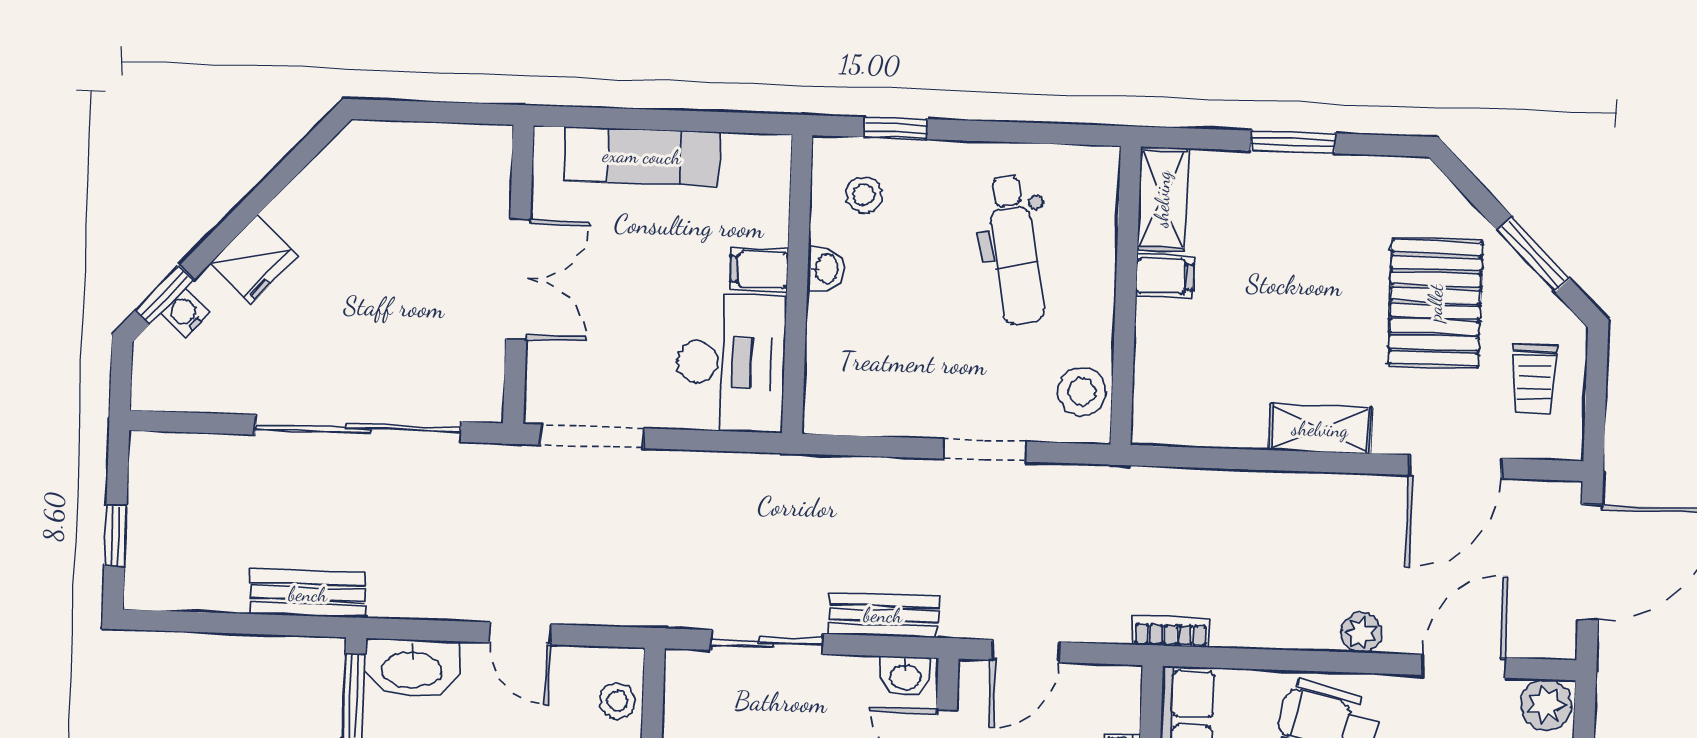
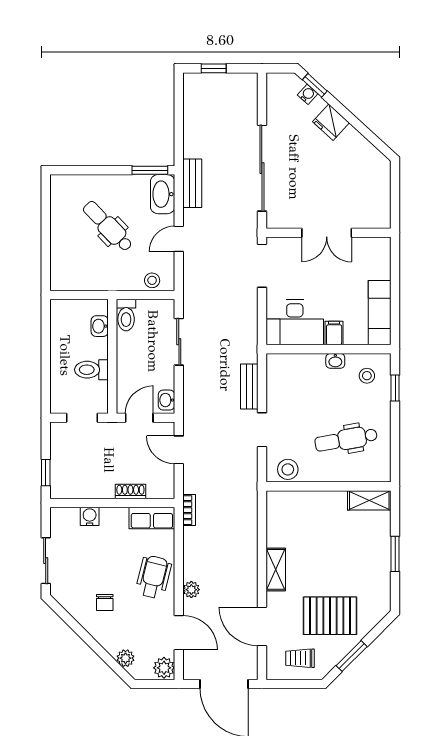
exam couch: (642, 156) -> (380, 313), moved
filing cabinet: (1165, 276) -> (337, 502), removed
bench: (308, 594) -> (192, 183), moved
bench: (883, 615) -> (249, 386), moved

